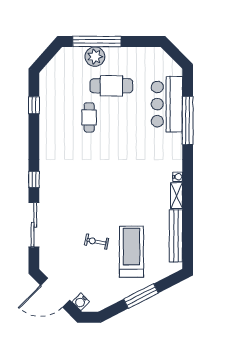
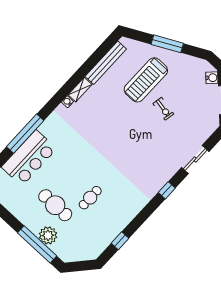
sliding door: (34, 225) -> (195, 159), width x0.73

